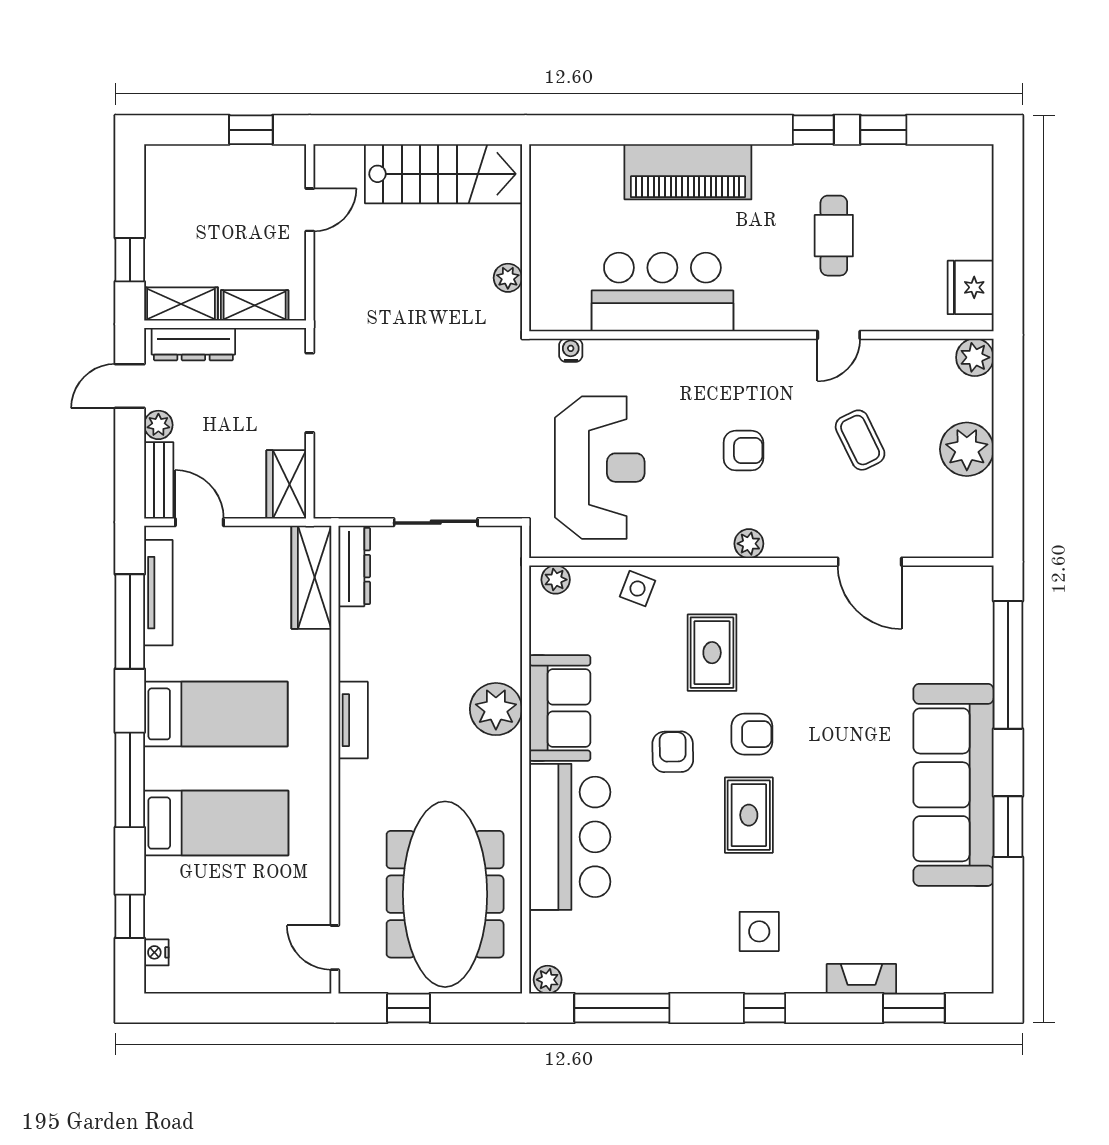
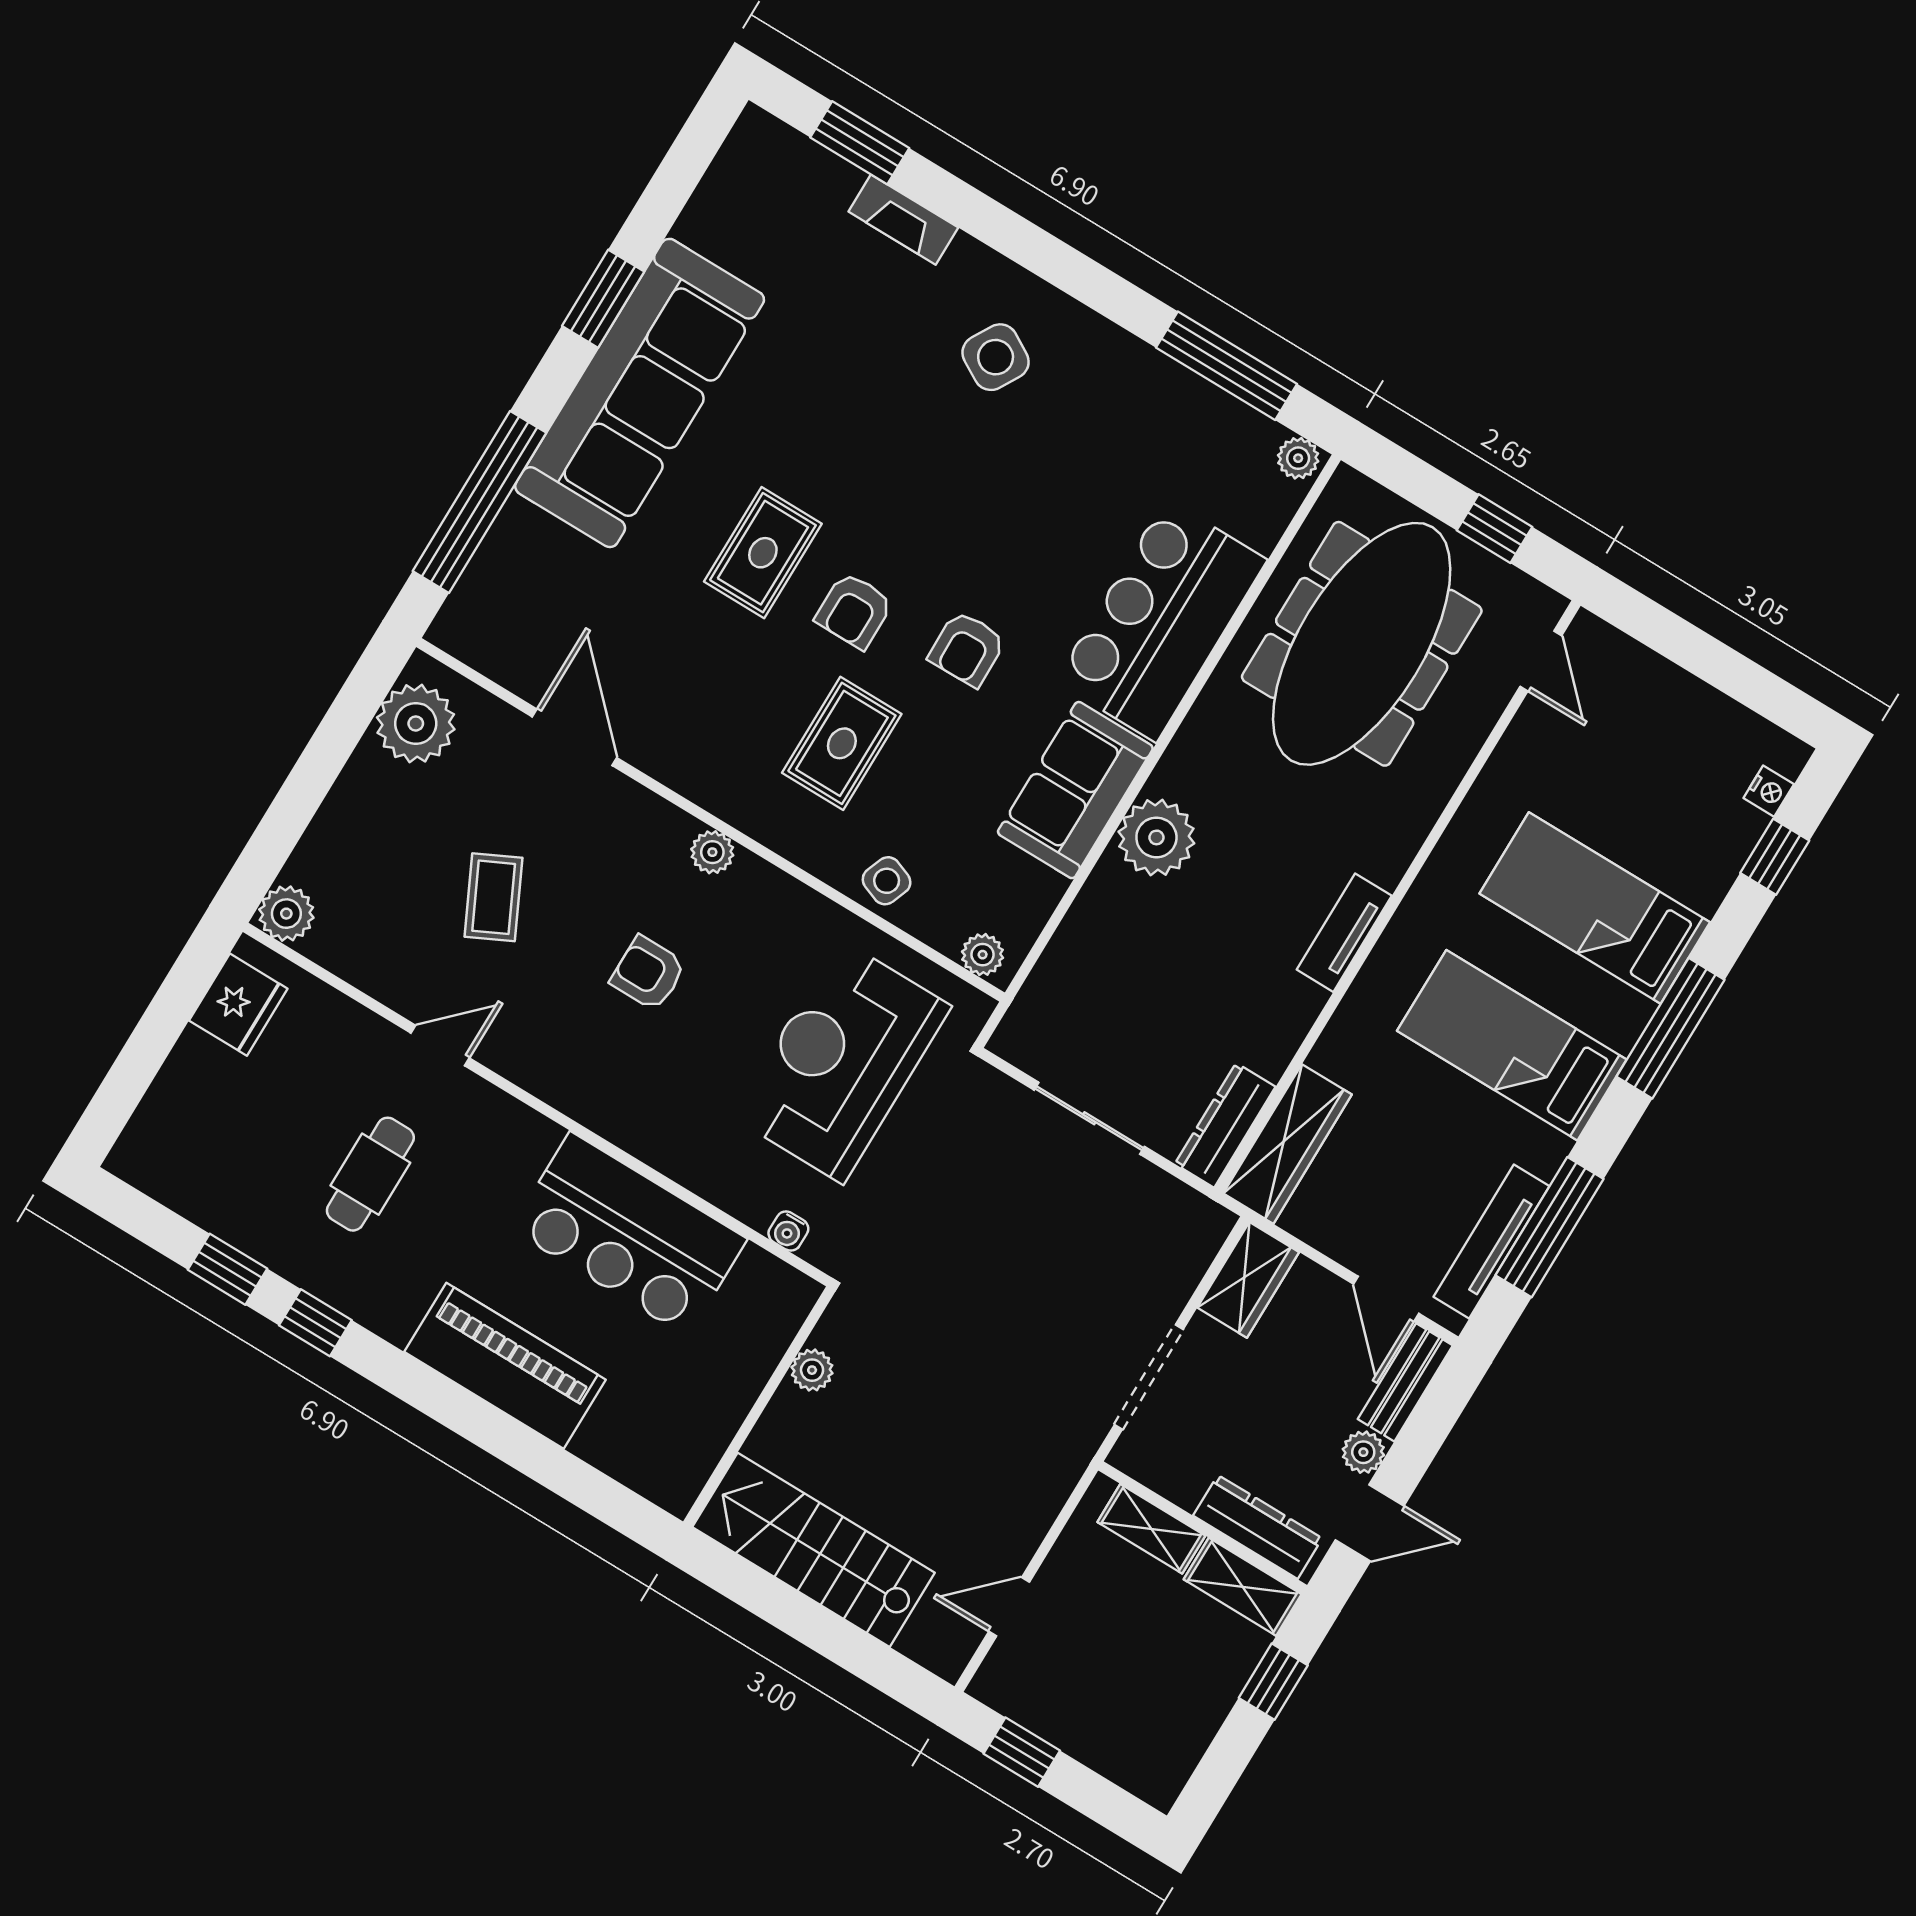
plant: (967, 449) -> (416, 723), moved
armchair: (752, 734) -> (854, 611), turned -90
rug: (749, 815) -> (763, 553), moved
side table: (759, 931) -> (996, 357), turned 30
window: (765, 1008) -> (1047, 257), removed

